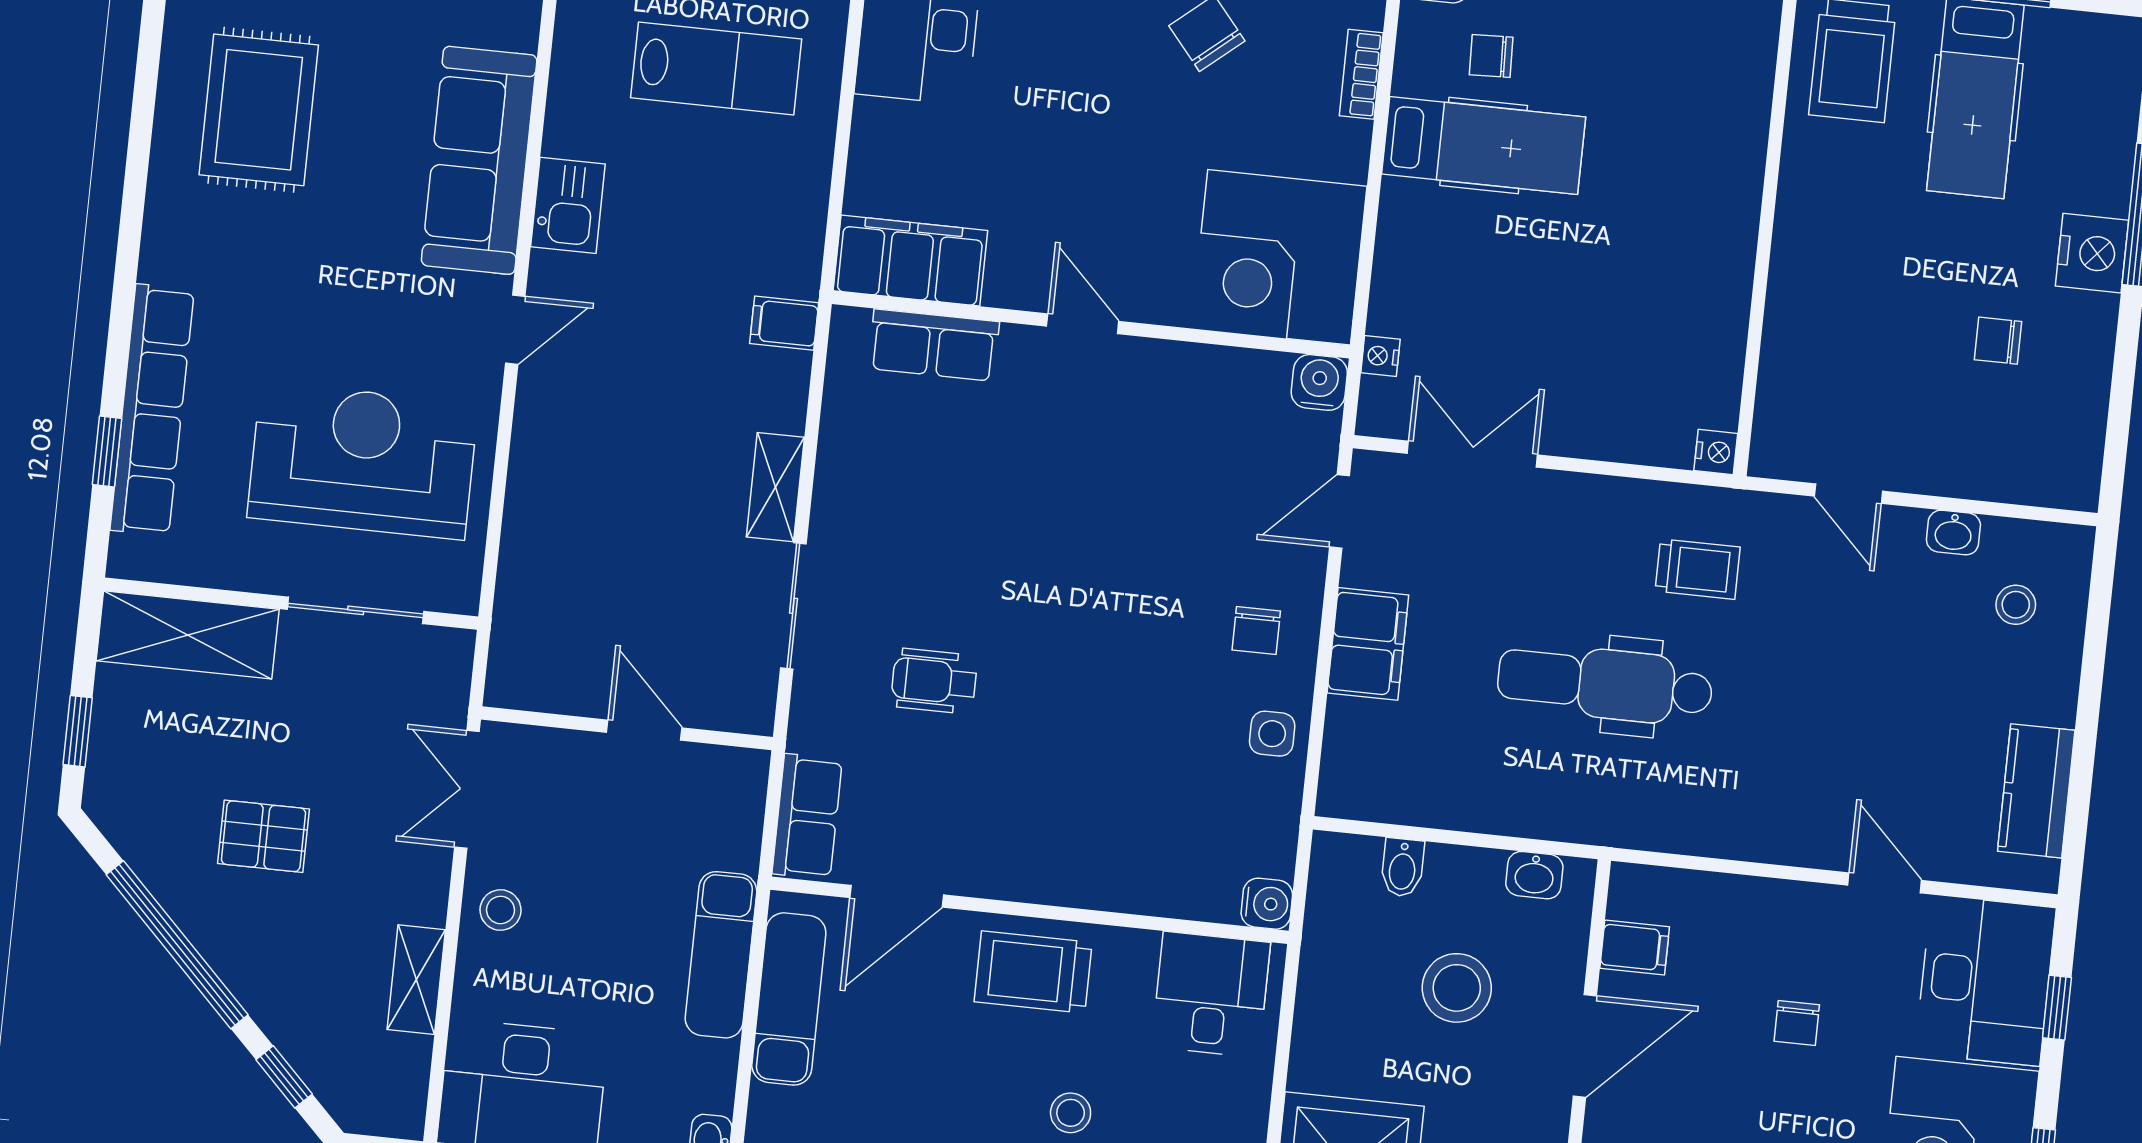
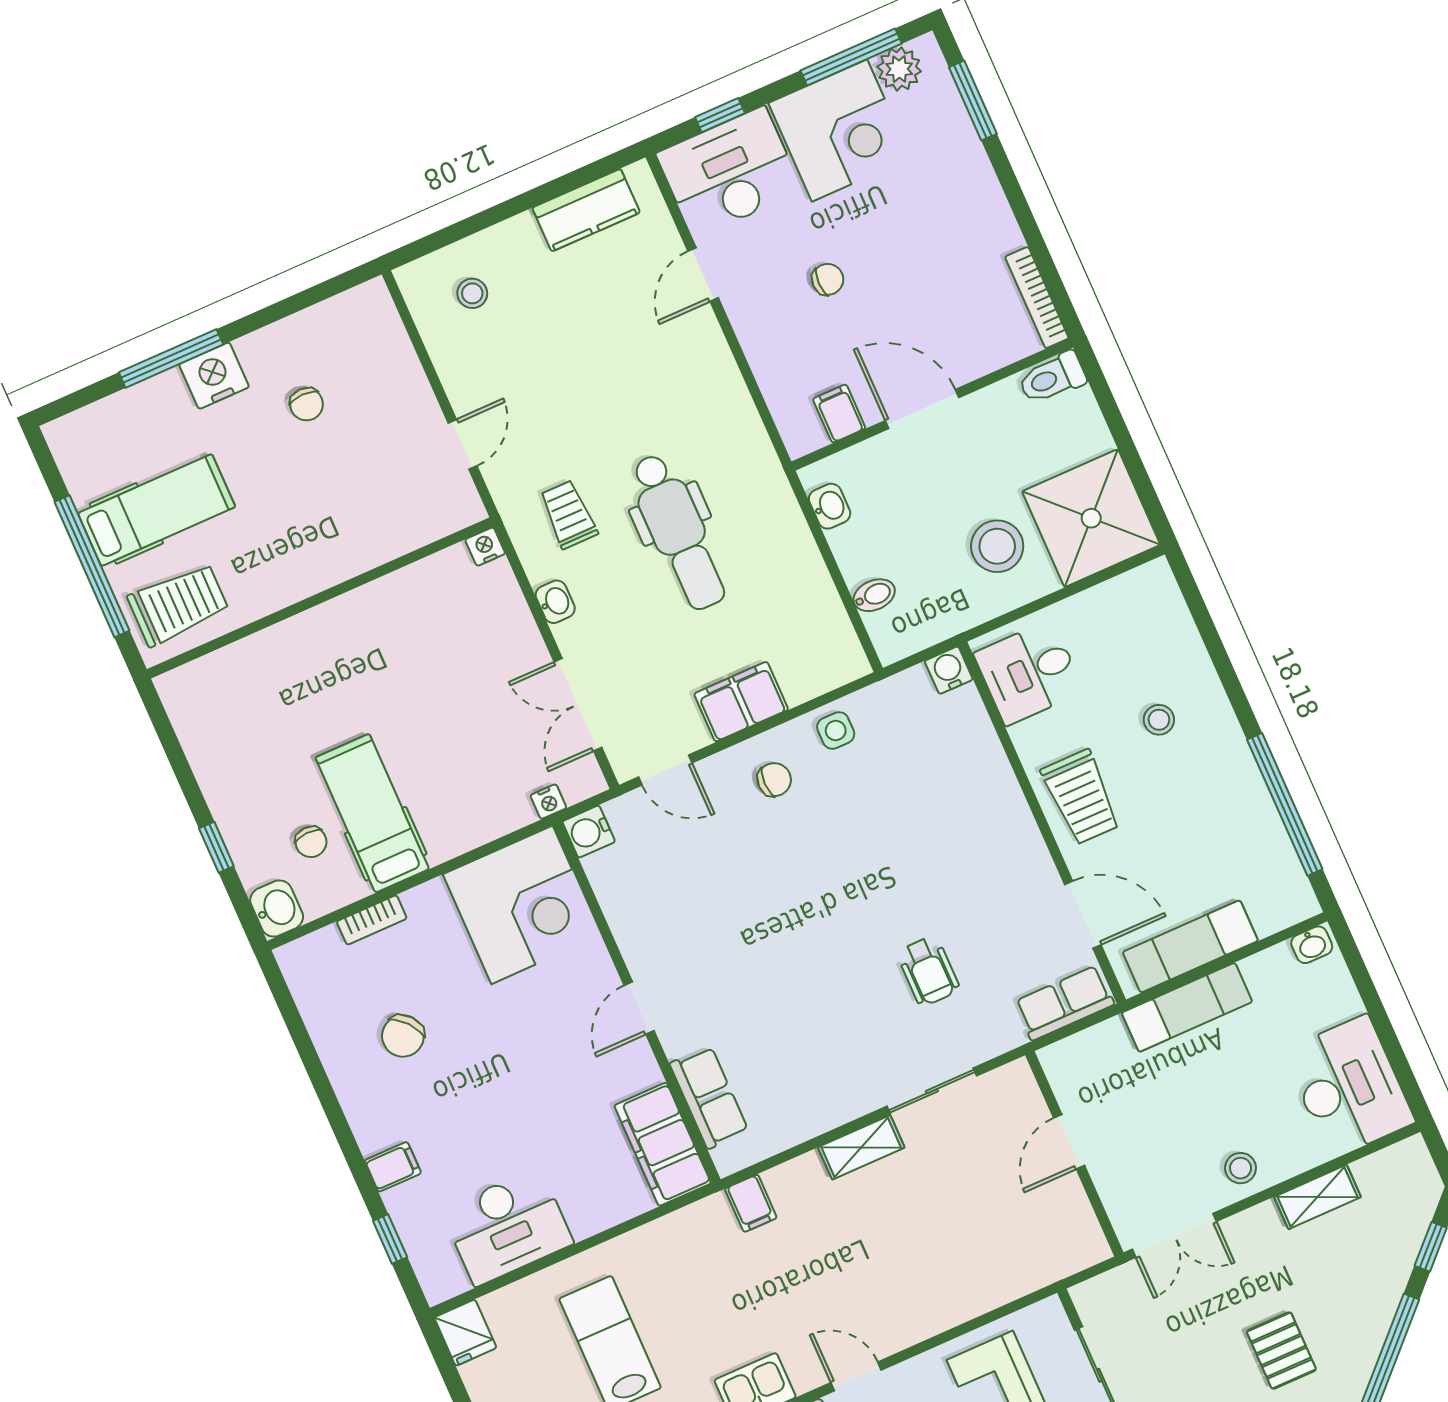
washbasin: (1953, 533) -> (555, 602), moved
stool: (1457, 988) -> (997, 546), moved

